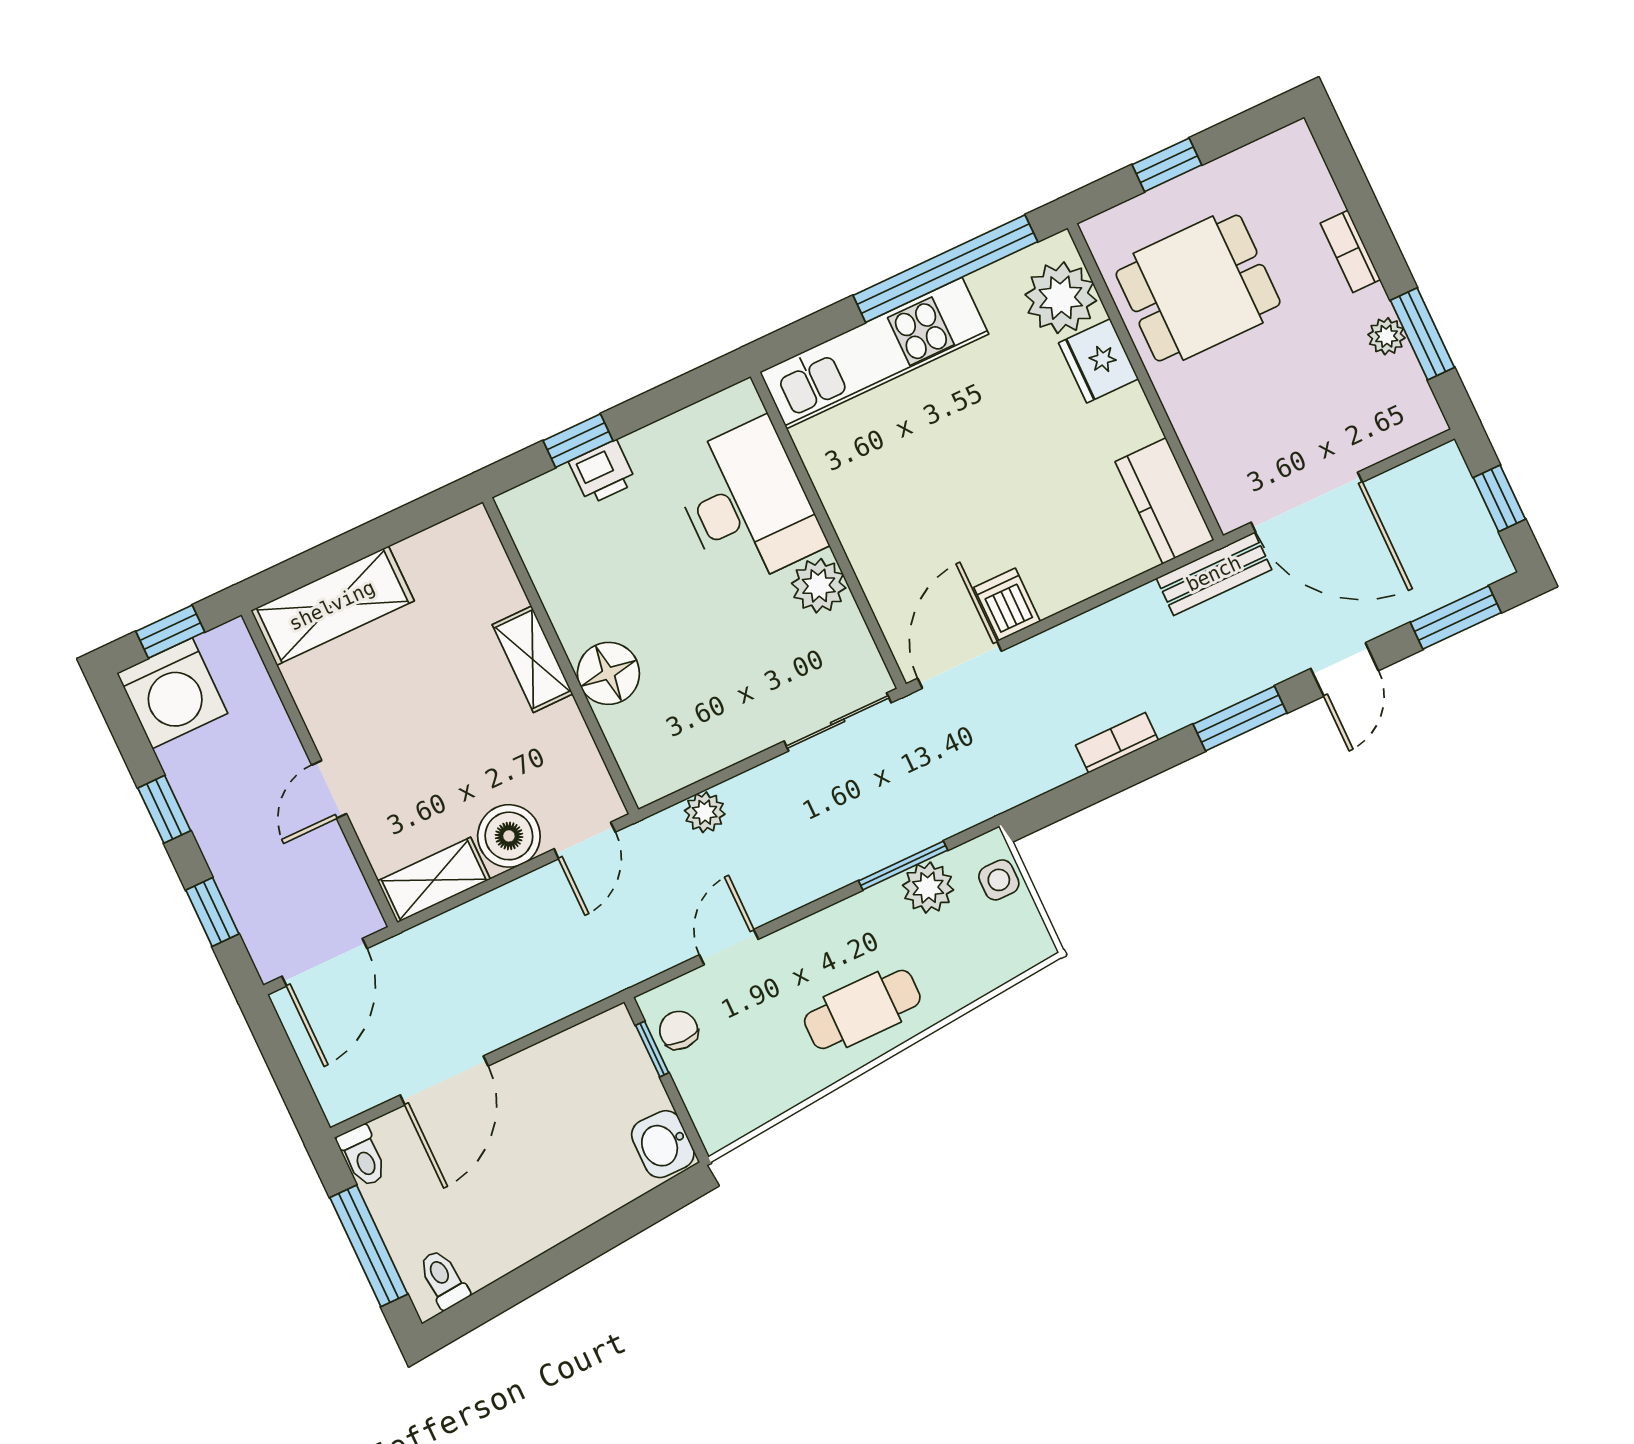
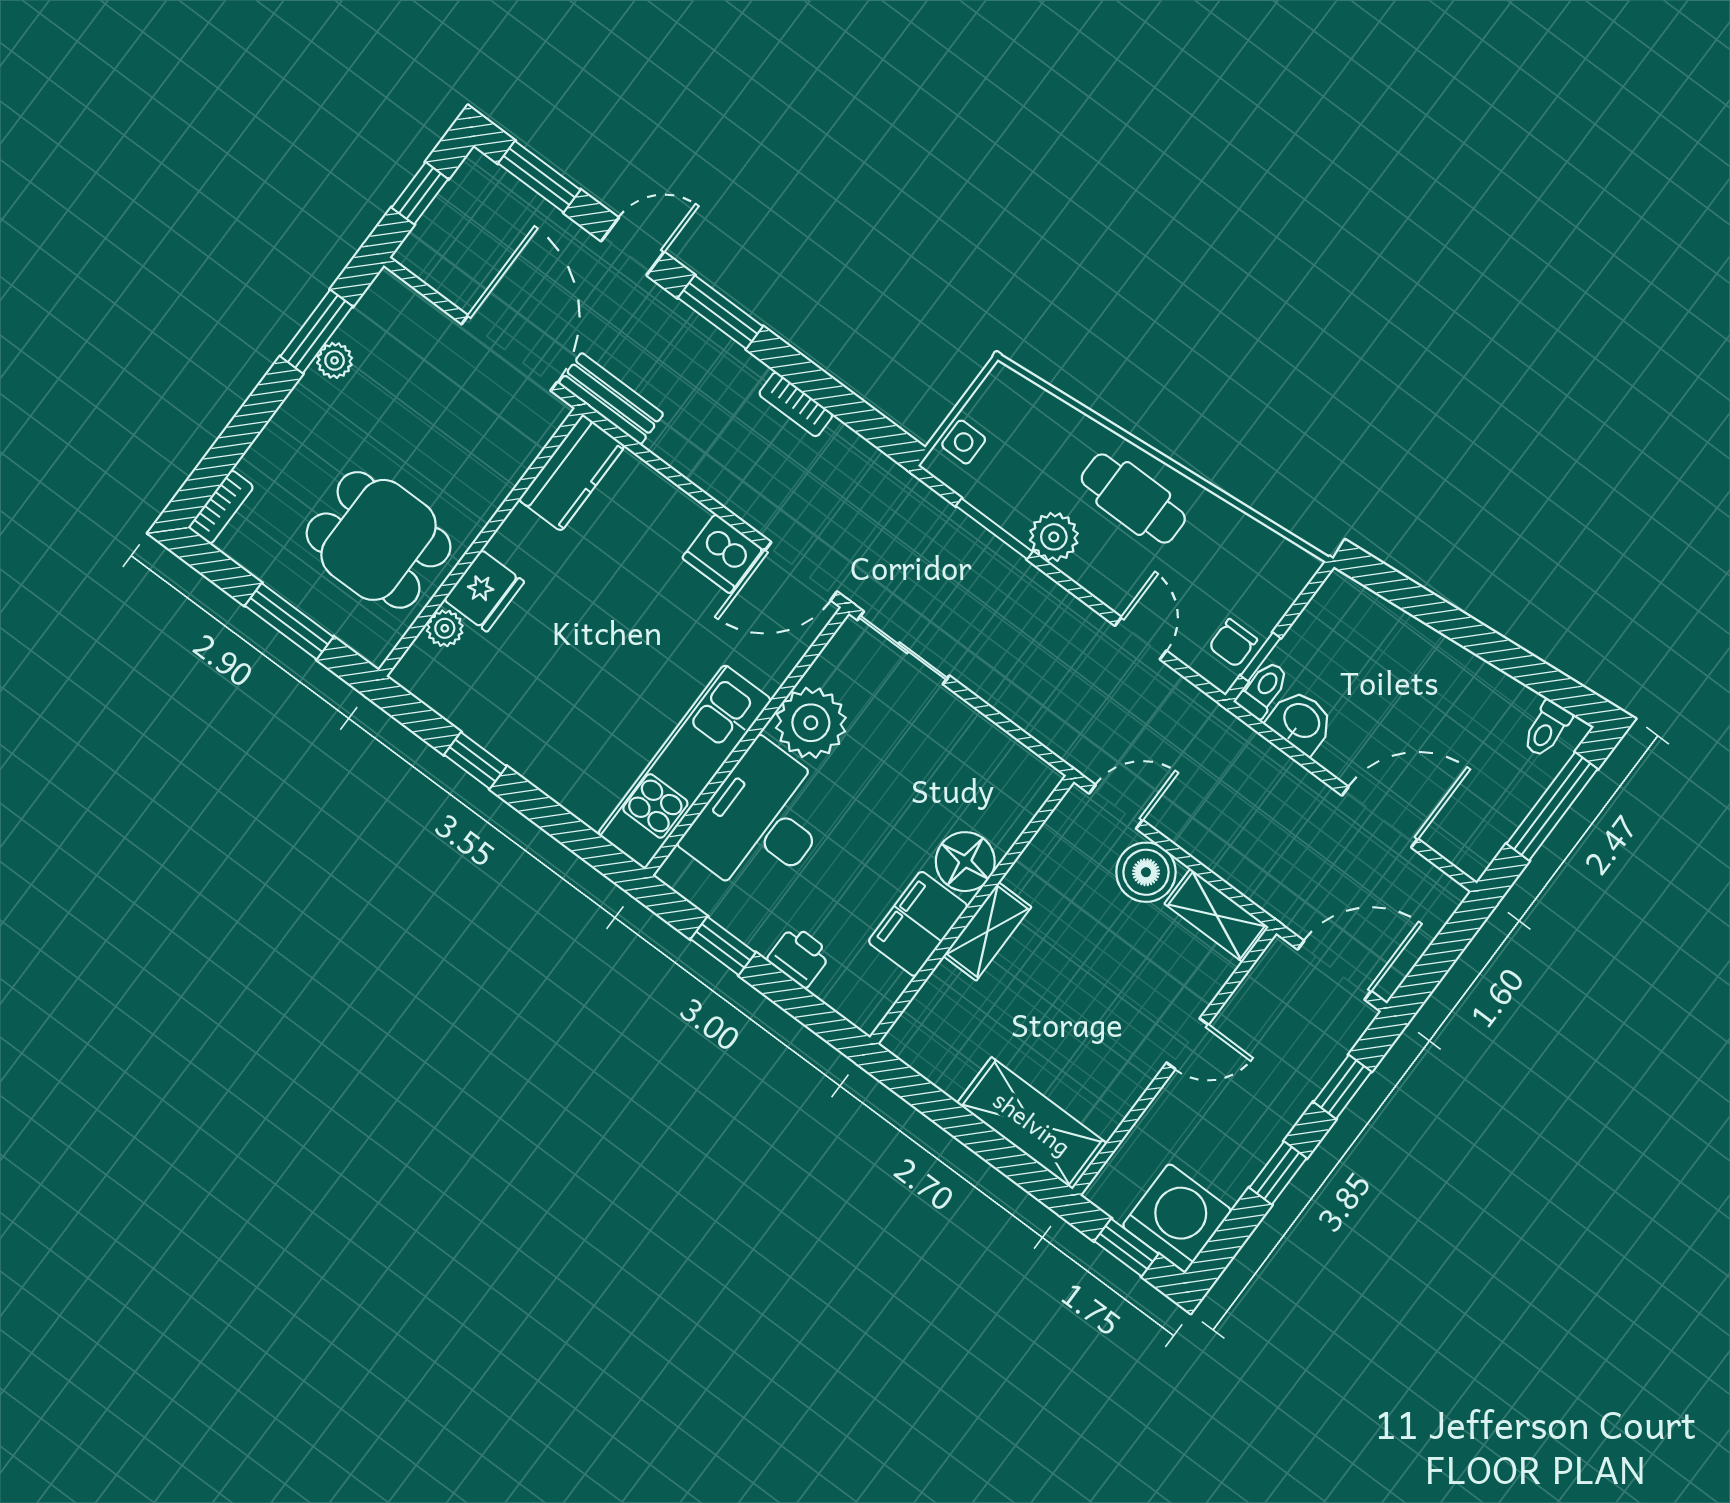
window: (1167, 165) -> (289, 621), width x1.50
bookcase: (1350, 251) -> (221, 507), moved
window: (945, 269) -> (475, 760), width x0.32
plant: (1061, 298) -> (445, 628), width x0.53, depth x0.53
kitchen unit: (874, 353) -> (685, 767), moved, turned -90
window: (578, 441) -> (723, 946), moved
plant: (819, 586) -> (811, 723), width x1.36, depth x1.36
filing cabinet: (574, 599) -> (918, 924), added
dishwasher: (1007, 604) -> (723, 553), width x1.38
plant: (705, 812) -> (1039, 719), removed
plant: (928, 888) -> (1054, 537), moved
door: (729, 947) -> (1141, 638), swing flipped
washbasin: (663, 1144) -> (1301, 722), moved, turned -90
toilet: (363, 1156) -> (1263, 690), moved

